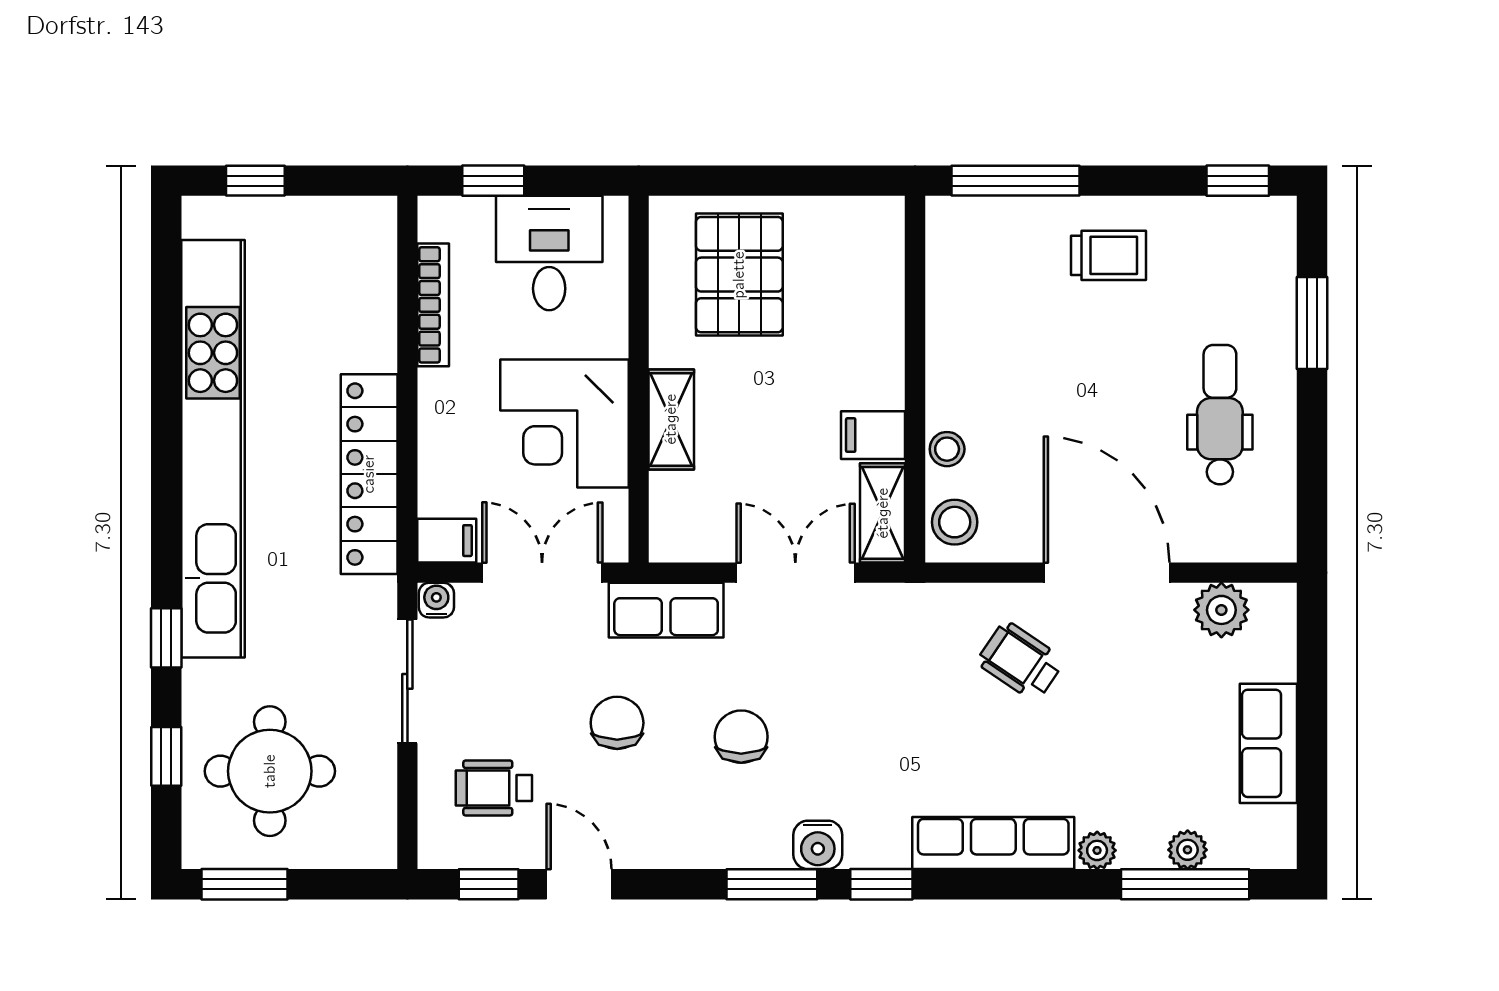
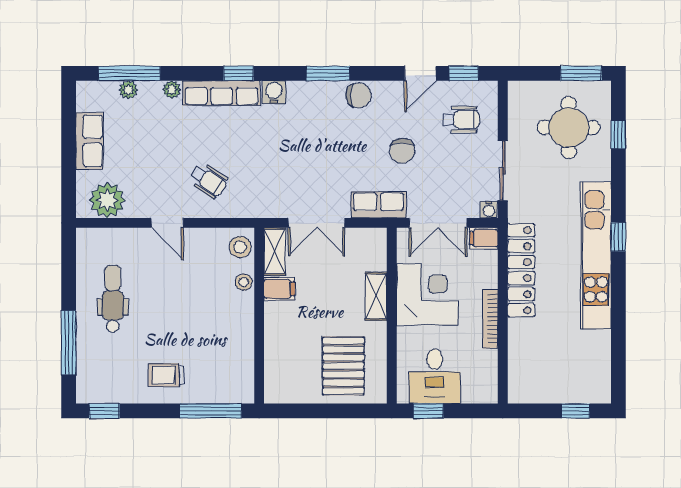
window: (493, 181) -> (428, 411), moved
bookcase: (433, 305) -> (490, 319), moved
window: (1312, 323) -> (69, 343), width x1.44
dental chair: (1220, 415) -> (113, 299), turned 180
kitchen unit: (213, 449) -> (596, 256), width x0.73
door: (1107, 573) -> (167, 223), width x0.53
plant: (1221, 610) -> (107, 200), width x1.36, depth x1.36
window: (166, 638) -> (618, 237), moved
chair: (741, 737) -> (359, 95), moved, turned -90
water cooler: (818, 845) -> (274, 92), moved
door: (579, 884) -> (420, 73), hinge flipped
window: (881, 884) -> (238, 73), moved

